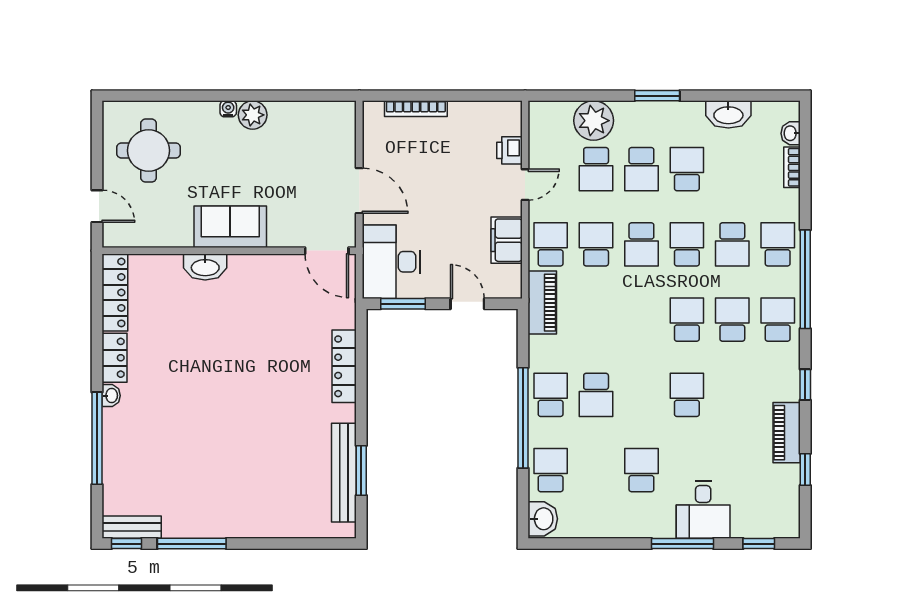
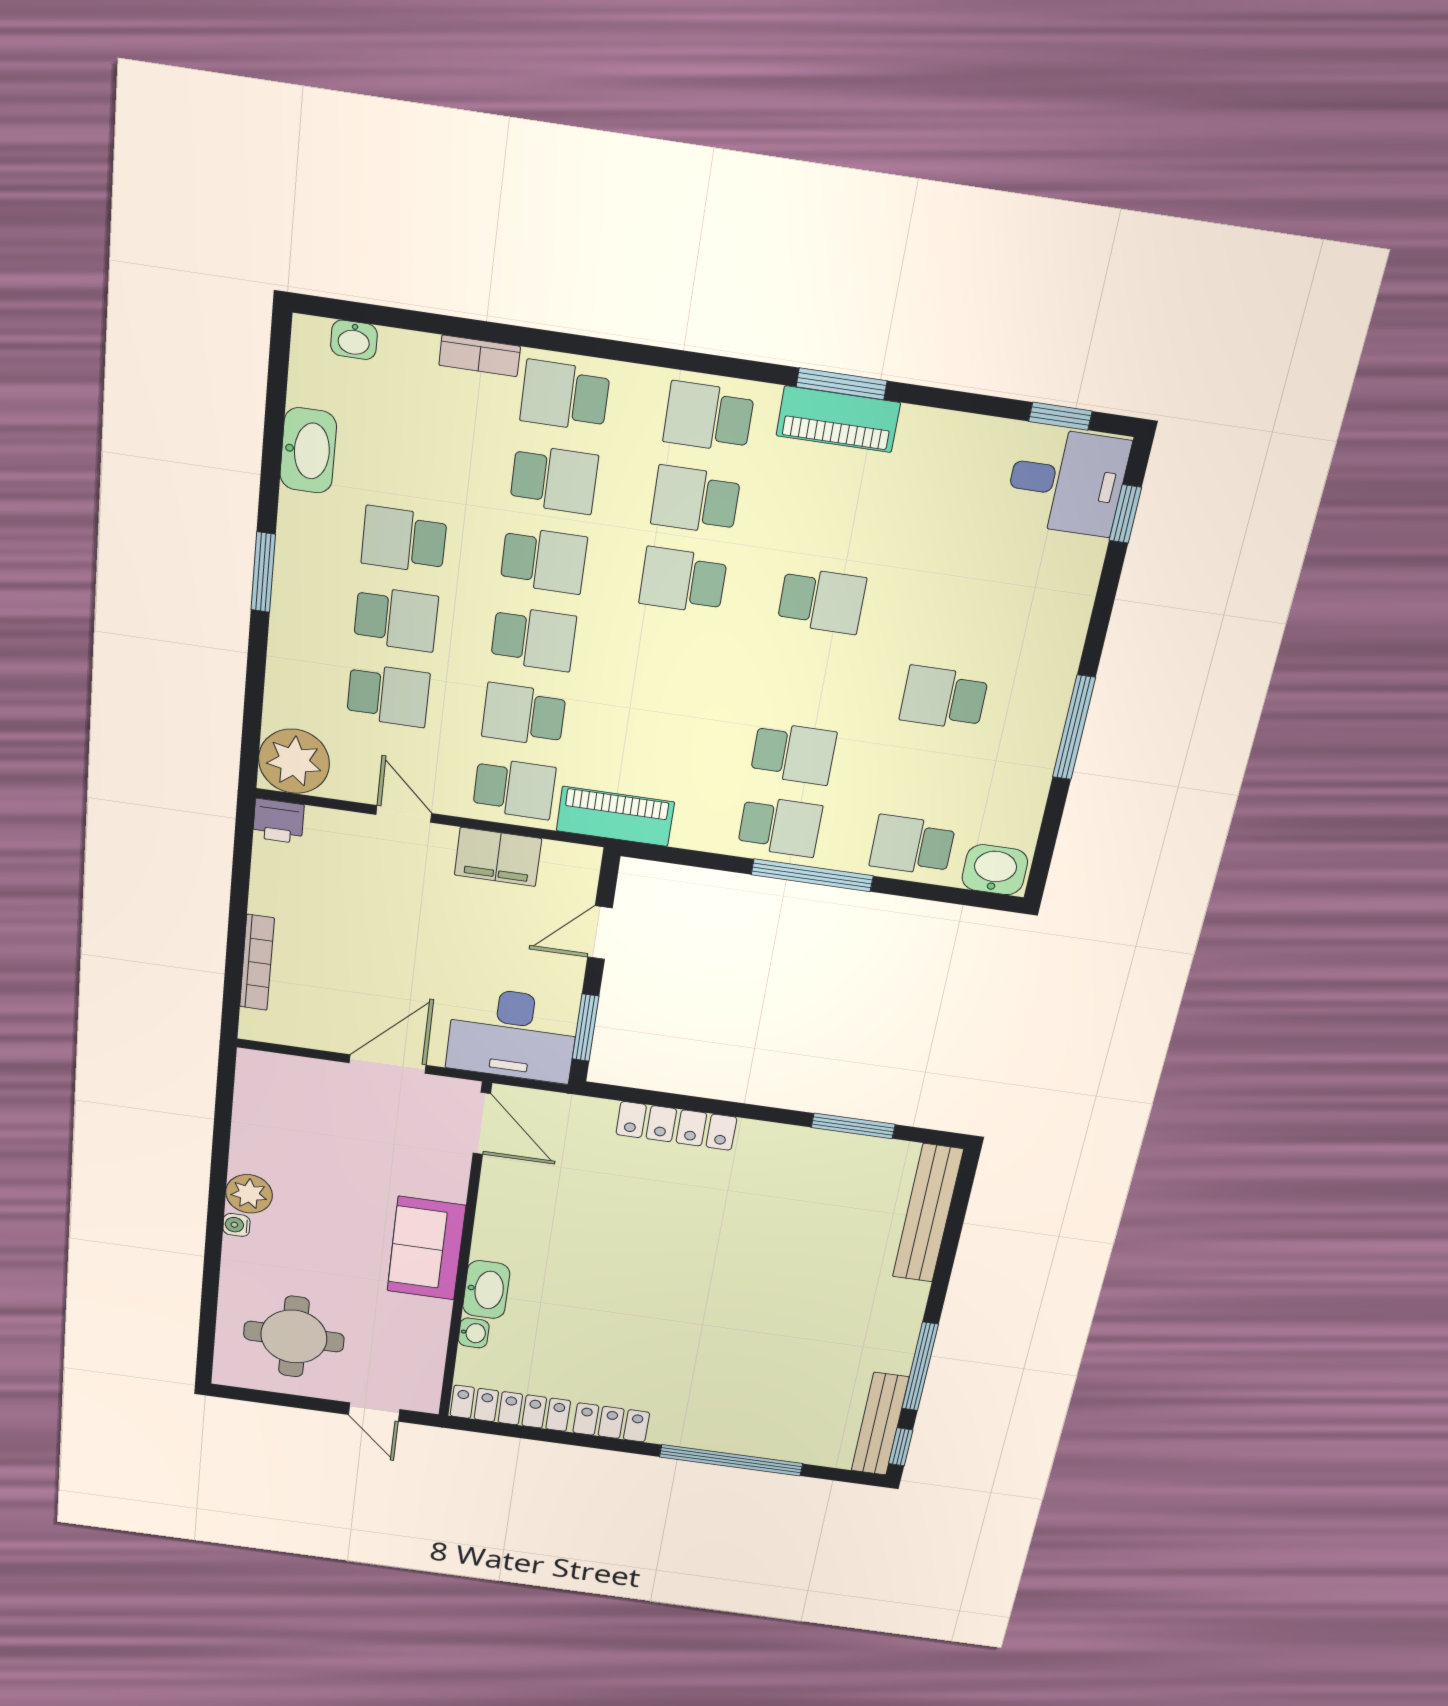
plant: (594, 121) -> (294, 761), moved
printer: (509, 150) -> (278, 821), moved
bookcase: (792, 167) -> (480, 356), moved
door: (97, 206) -> (374, 1412), swing flipped
school desk: (551, 244) -> (514, 788), turned 180
school desk: (687, 244) -> (544, 560), turned 180
door: (327, 251) -> (482, 1123), hinge flipped
window: (805, 279) -> (639, 354), removed
window: (805, 385) -> (842, 384), width x1.50
school desk: (551, 395) -> (780, 826), turned 180
school desk: (687, 395) -> (822, 601), turned 180
washbasin: (111, 396) -> (474, 1333), moved, turned 90
window: (523, 418) -> (812, 875), width x0.68
piano: (787, 433) -> (838, 419), moved
window: (805, 470) -> (1060, 416), moved
bench: (344, 473) -> (928, 1214), moved, turned 90
desk: (703, 510) -> (1067, 482), moved
bench: (132, 527) -> (880, 1424), width x1.36
window: (682, 544) -> (1074, 728), moved

